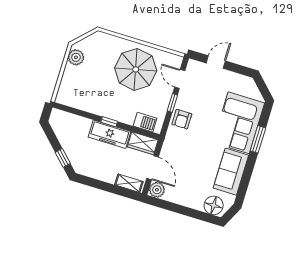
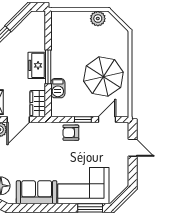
window: (109, 122) -> (48, 67), width x2.17
barbecue: (145, 122) -> (58, 88), moved
freezer: (110, 134) -> (37, 65), width x0.71
window: (258, 139) -> (90, 208), moved

